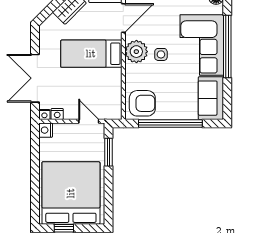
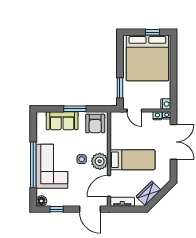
sofa: (211, 98) -> (62, 121), moved, turned 90
armchair: (142, 103) -> (95, 124), turned -90
window: (170, 124) -> (75, 109), width x0.47

